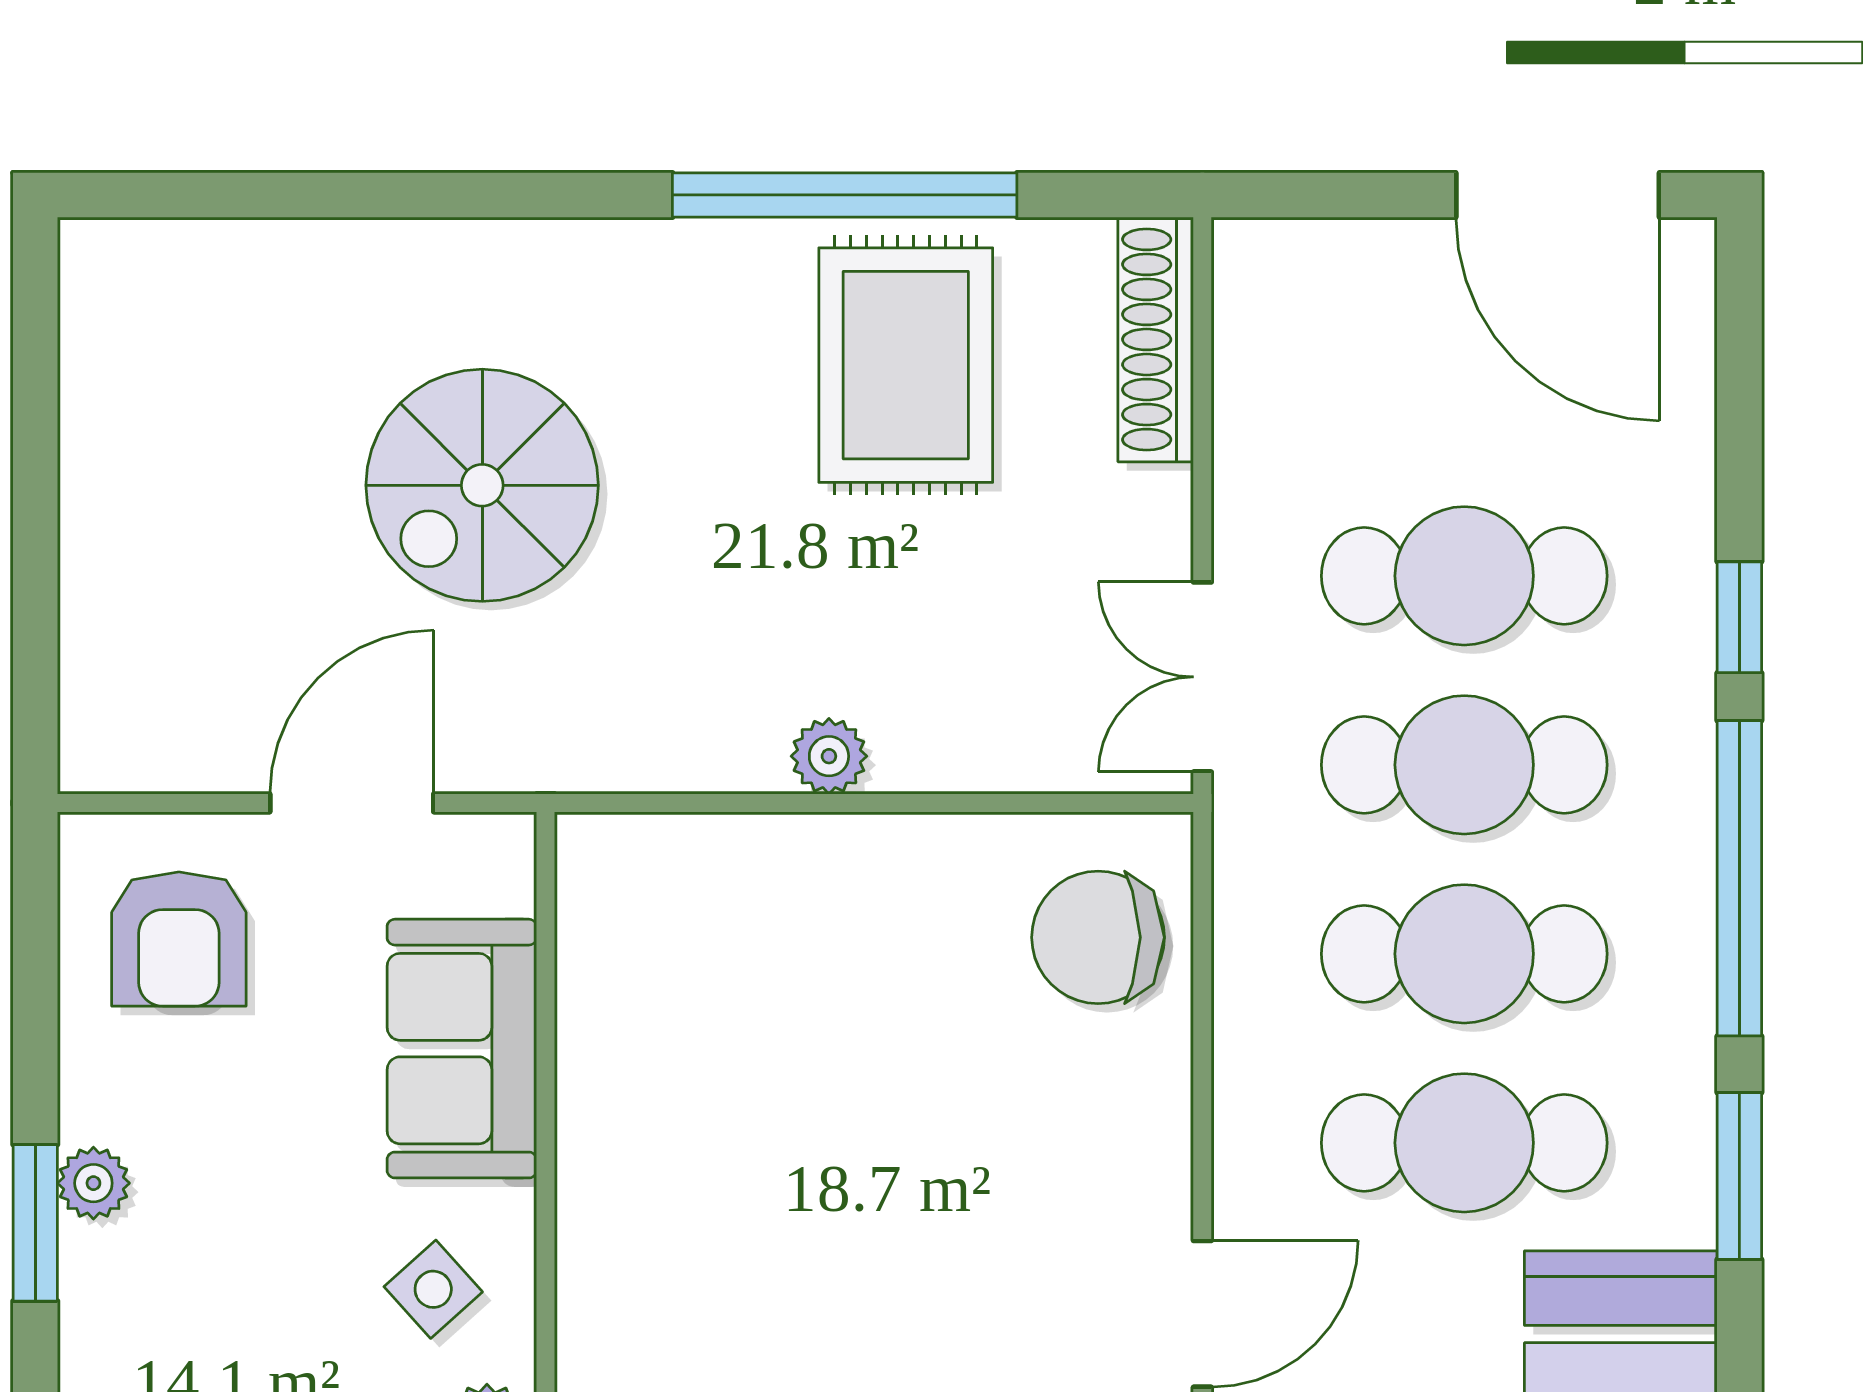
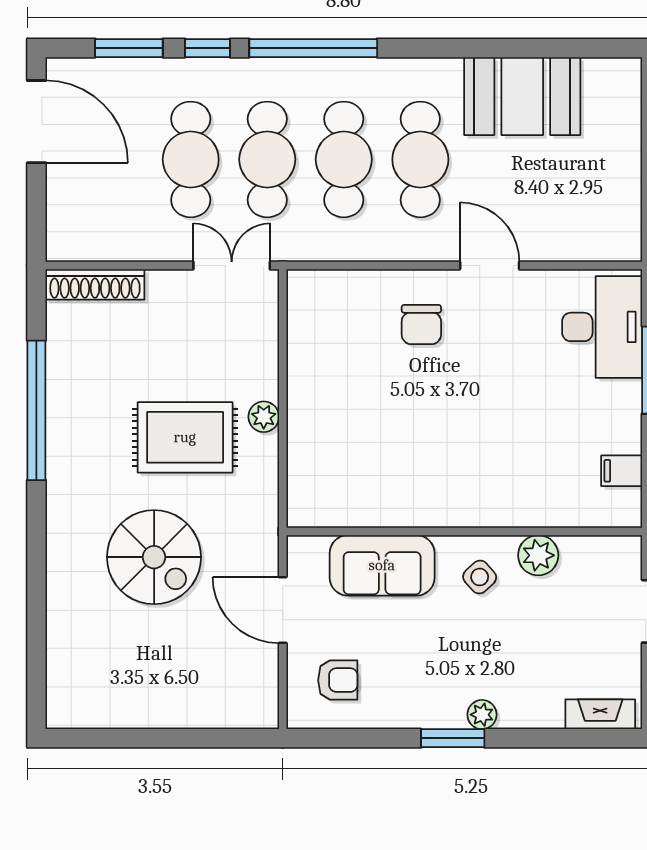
door: (1558, 195) -> (36, 122), hinge flipped
rug: (906, 365) -> (185, 437), moved
double door: (1202, 677) -> (232, 266), swing flipped
chair: (1098, 937) -> (421, 325), moved, width x0.73, depth x0.73
armchair: (179, 939) -> (338, 680), width x0.72, depth x0.72
window: (1739, 1176) -> (129, 48), moved
plant: (93, 1183) -> (482, 715), moved

